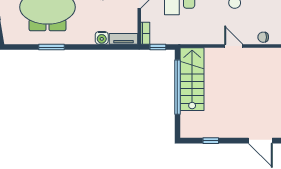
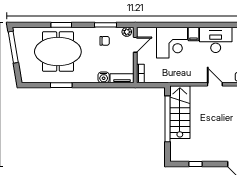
window: (158, 47) -> (151, 85), removed

